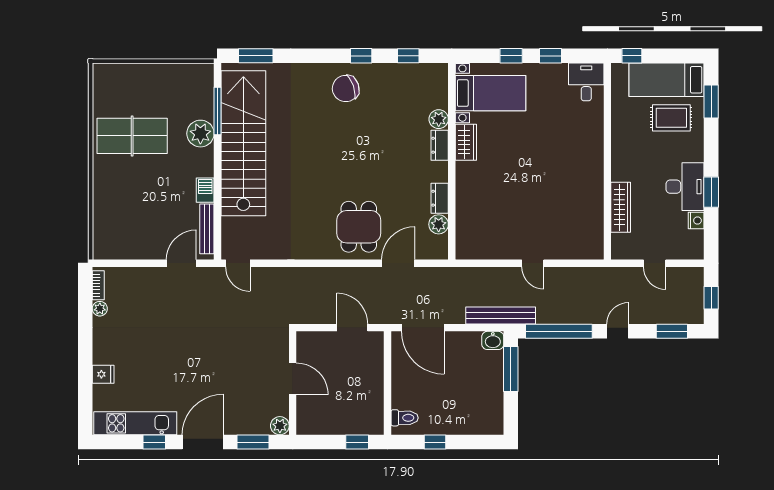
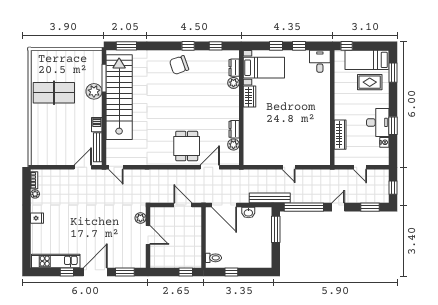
dresser: (440, 145) -> (234, 68), moved
washbasin: (493, 340) -> (248, 213), moved
fridge: (103, 374) -> (37, 218), moved
plant: (280, 426) -> (140, 218), moved

